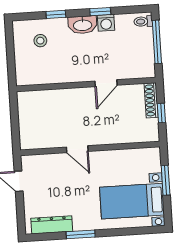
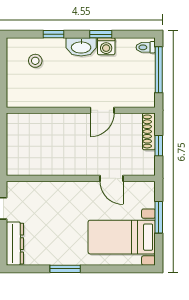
door: (77, 149) -> (112, 178), moved
dresser: (52, 225) -> (15, 244), moved, turned 90

